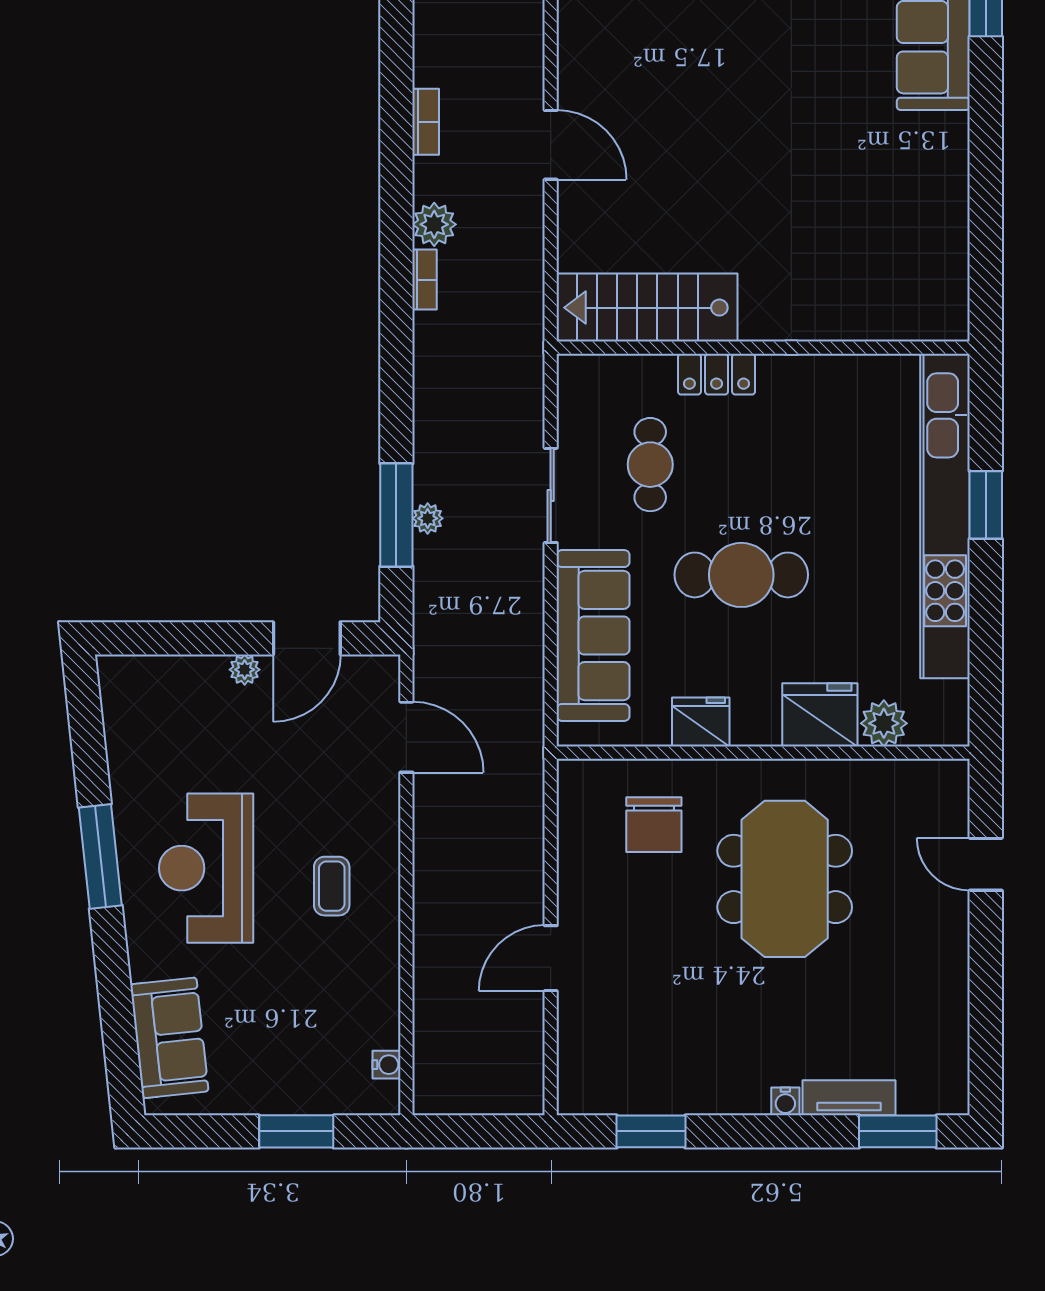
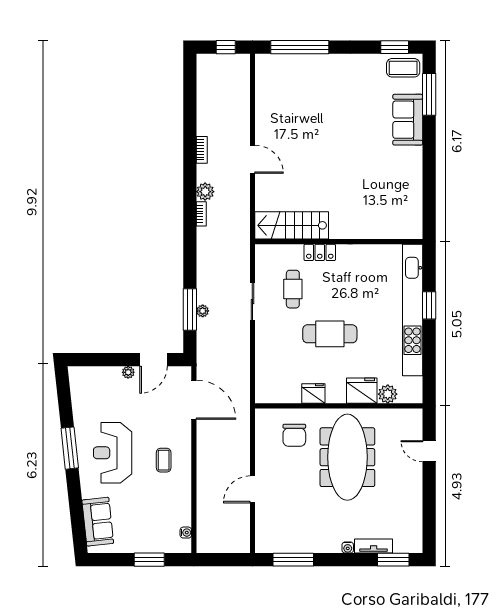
sofa: (593, 636) -> (270, 358), removed
door: (406, 737) -> (194, 400), width x1.36
meeting table: (785, 879) -> (347, 457), width x1.36
window: (651, 1131) -> (293, 560), width x1.44

